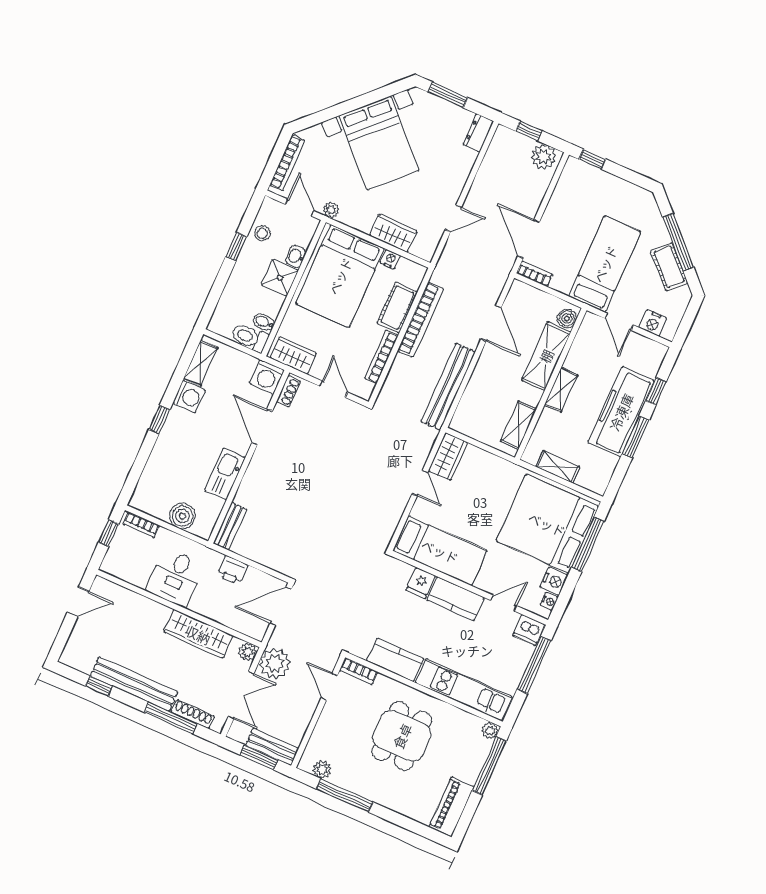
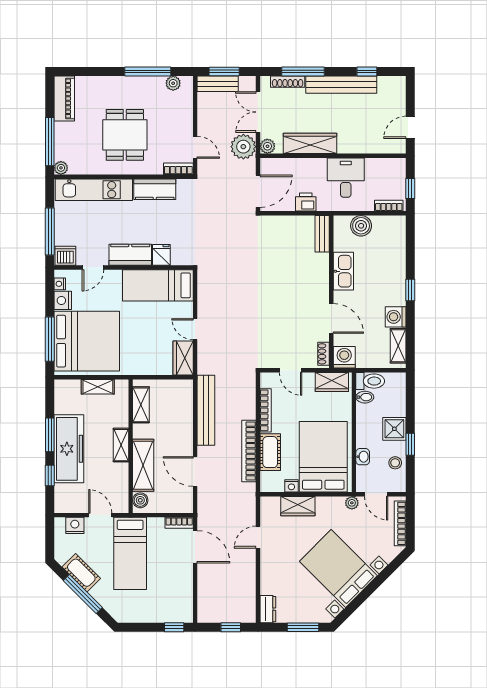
plant: (543, 157) -> (211, 613), removed
shower: (280, 278) -> (394, 429), moved

